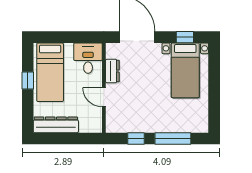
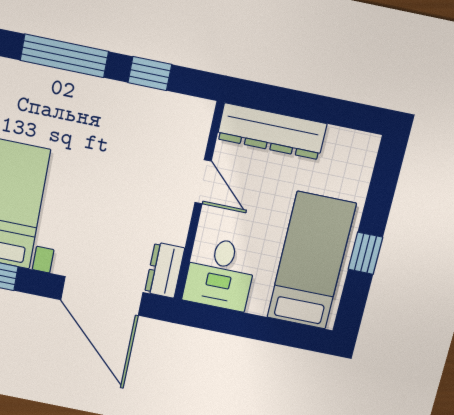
dresser: (112, 71) -> (165, 270), moved
dresser: (56, 125) -> (272, 131), moved

